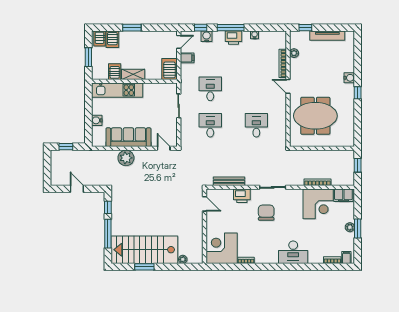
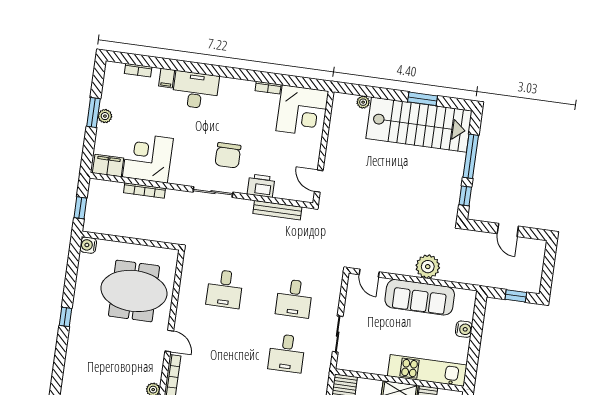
water cooler: (349, 78) -> (88, 245), moved
filing cabinet: (346, 258) -> (167, 78), moved

